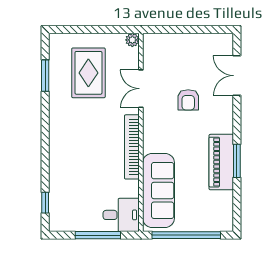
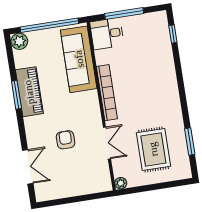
plant: (224, 222) -> (19, 41), added

